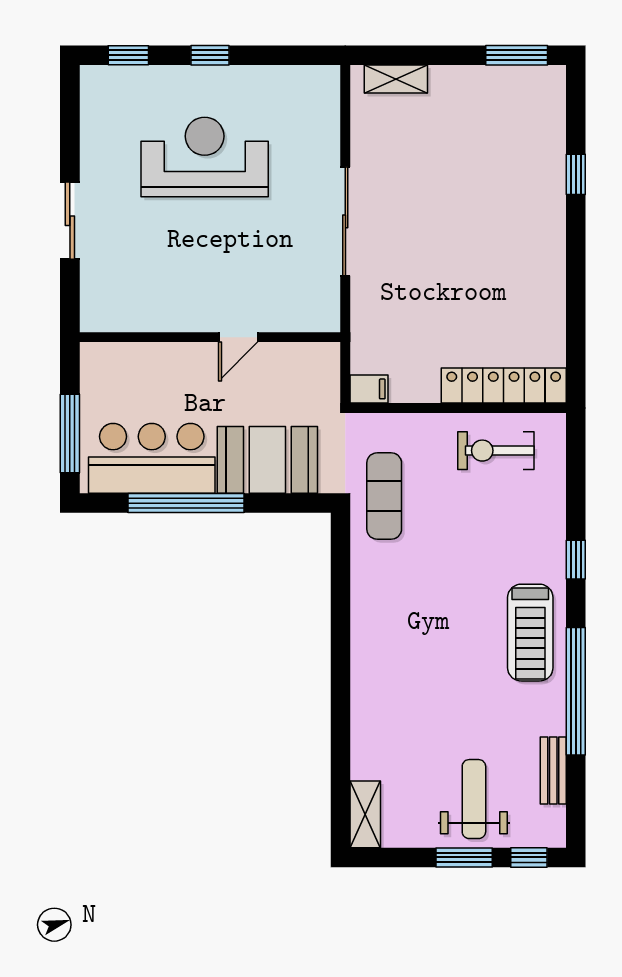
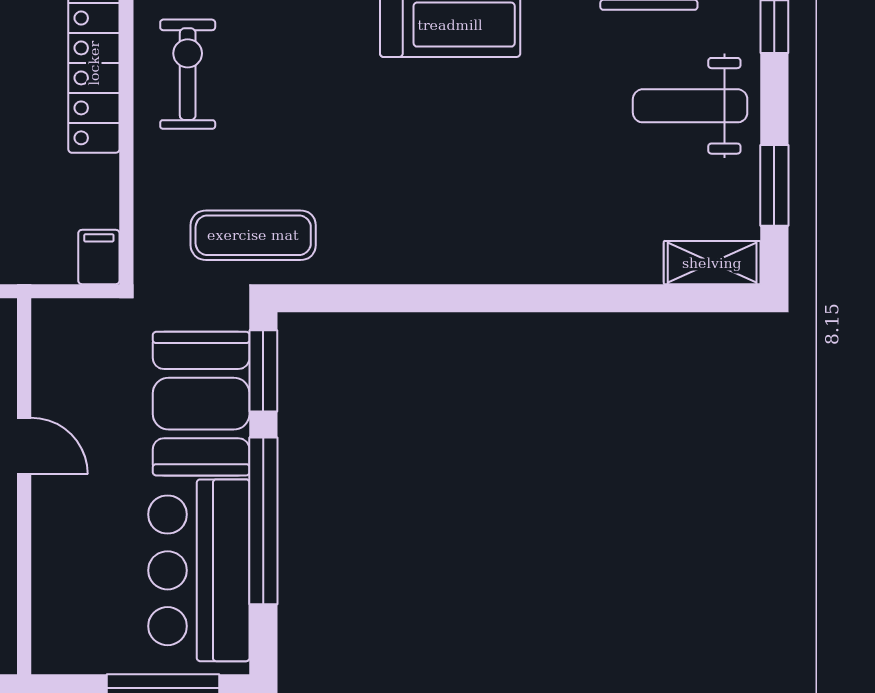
exercise bike: (496, 451) -> (188, 74), turned 180
window: (290, 503) -> (263, 371), added
window: (464, 857) -> (774, 185), moved

